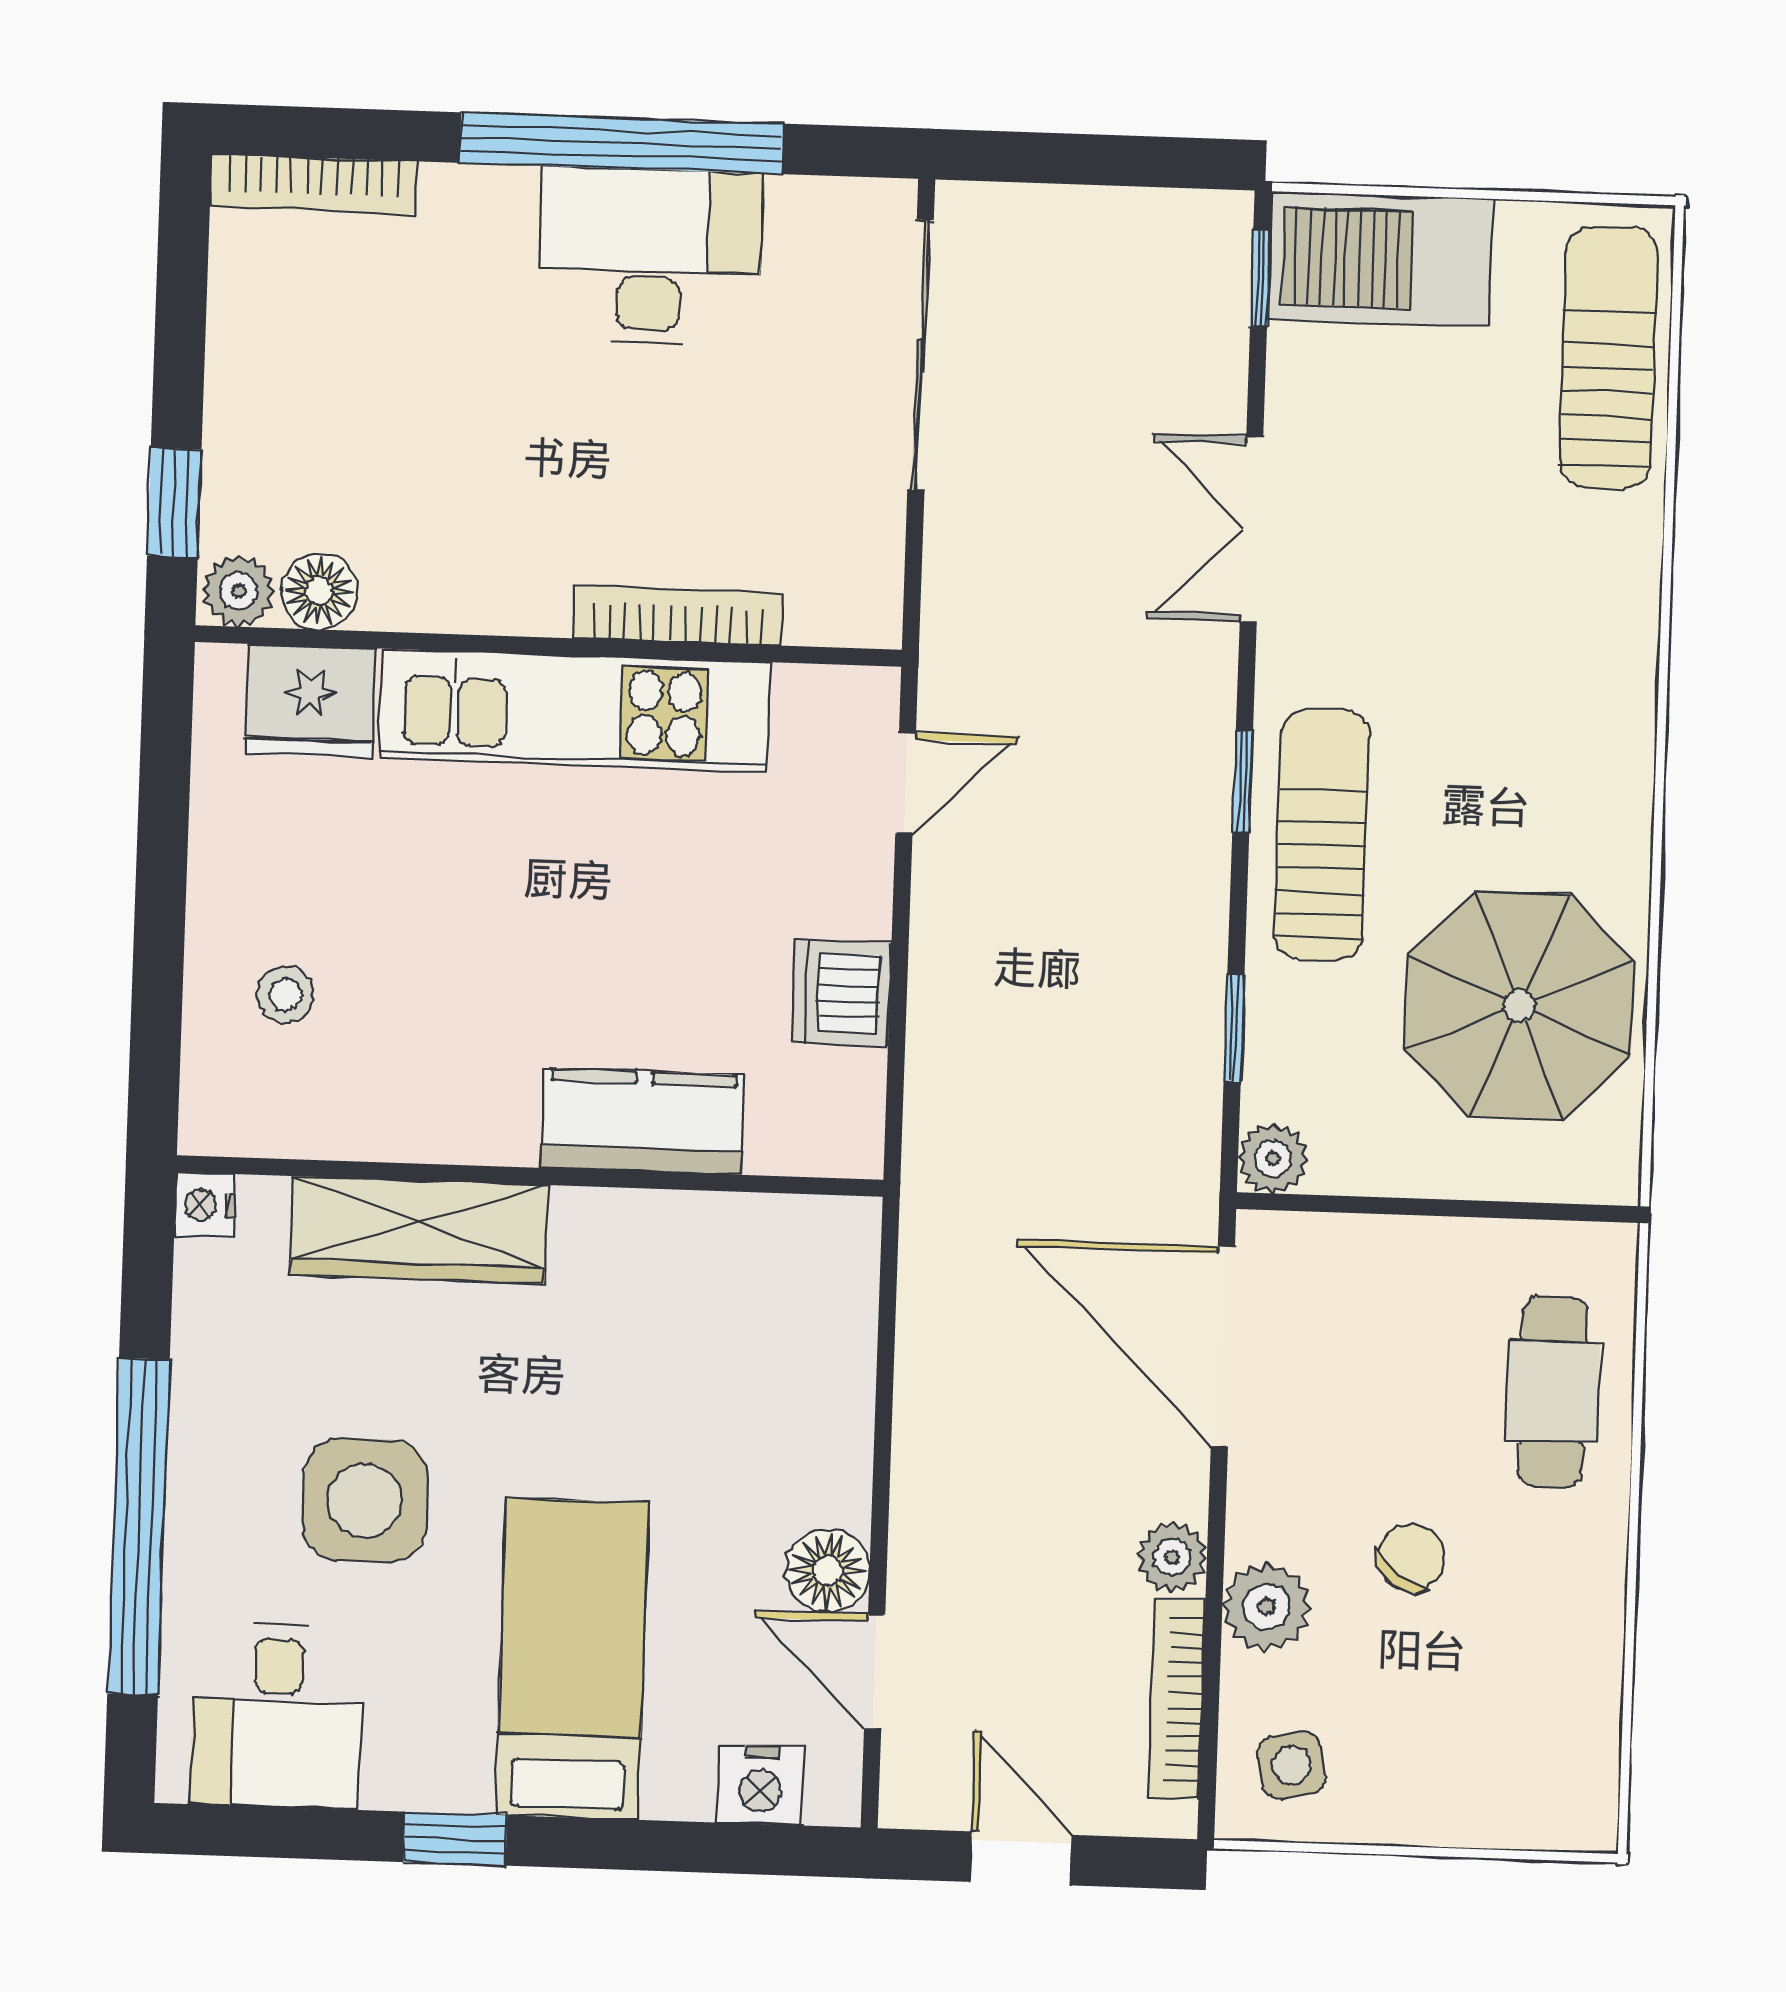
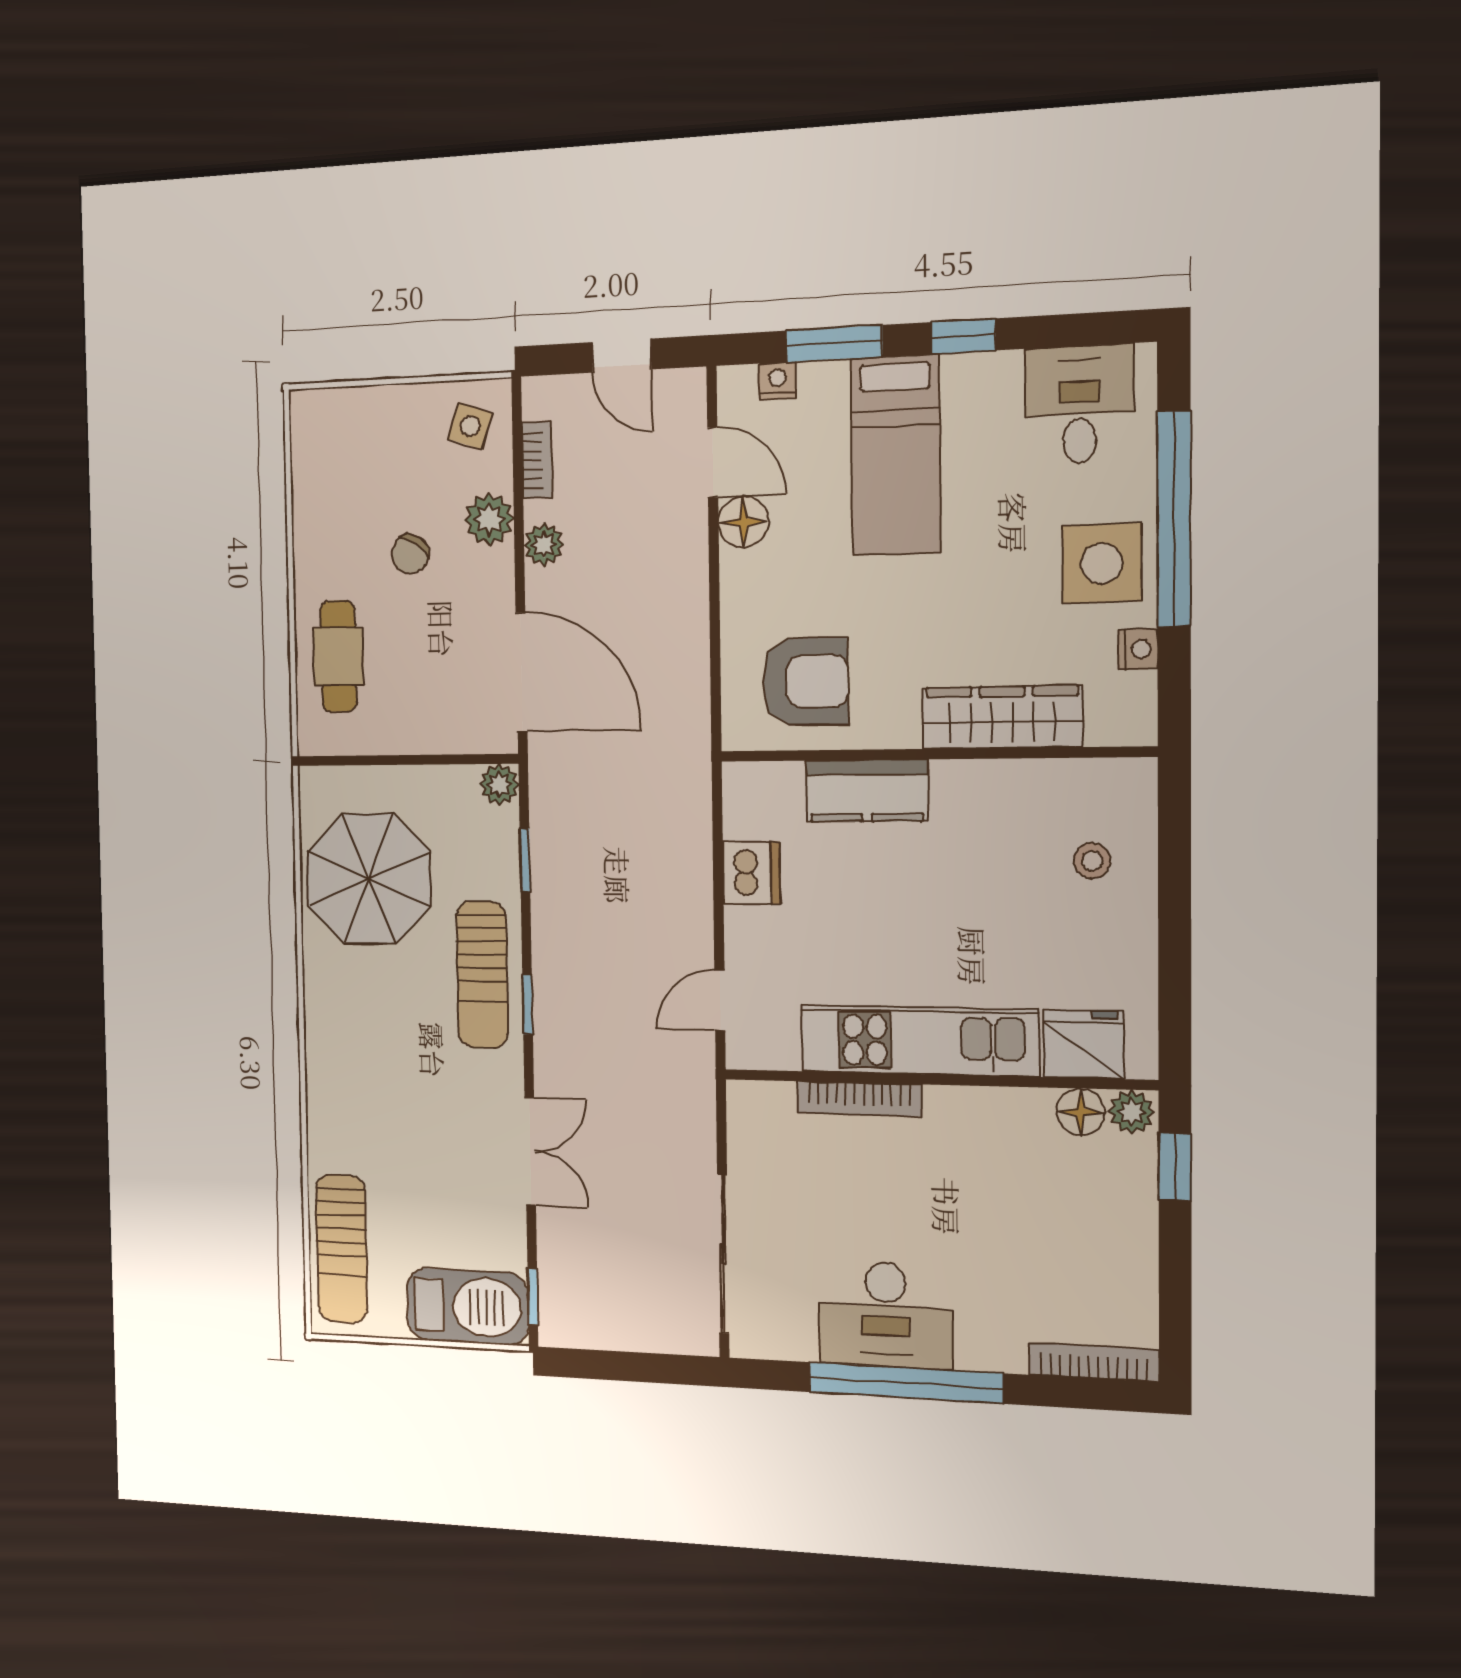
nightstand: (205, 1205) -> (1138, 649), moved
armchair: (736, 1304) -> (805, 681), added
side table: (365, 1500) -> (1102, 563), moved
bookcase: (1177, 1699) -> (537, 460), width x0.64
side table: (1291, 1765) -> (470, 426), turned 31
nightstand: (761, 1785) -> (777, 381), width x0.72, depth x0.74
window: (665, 1846) -> (834, 344), added

